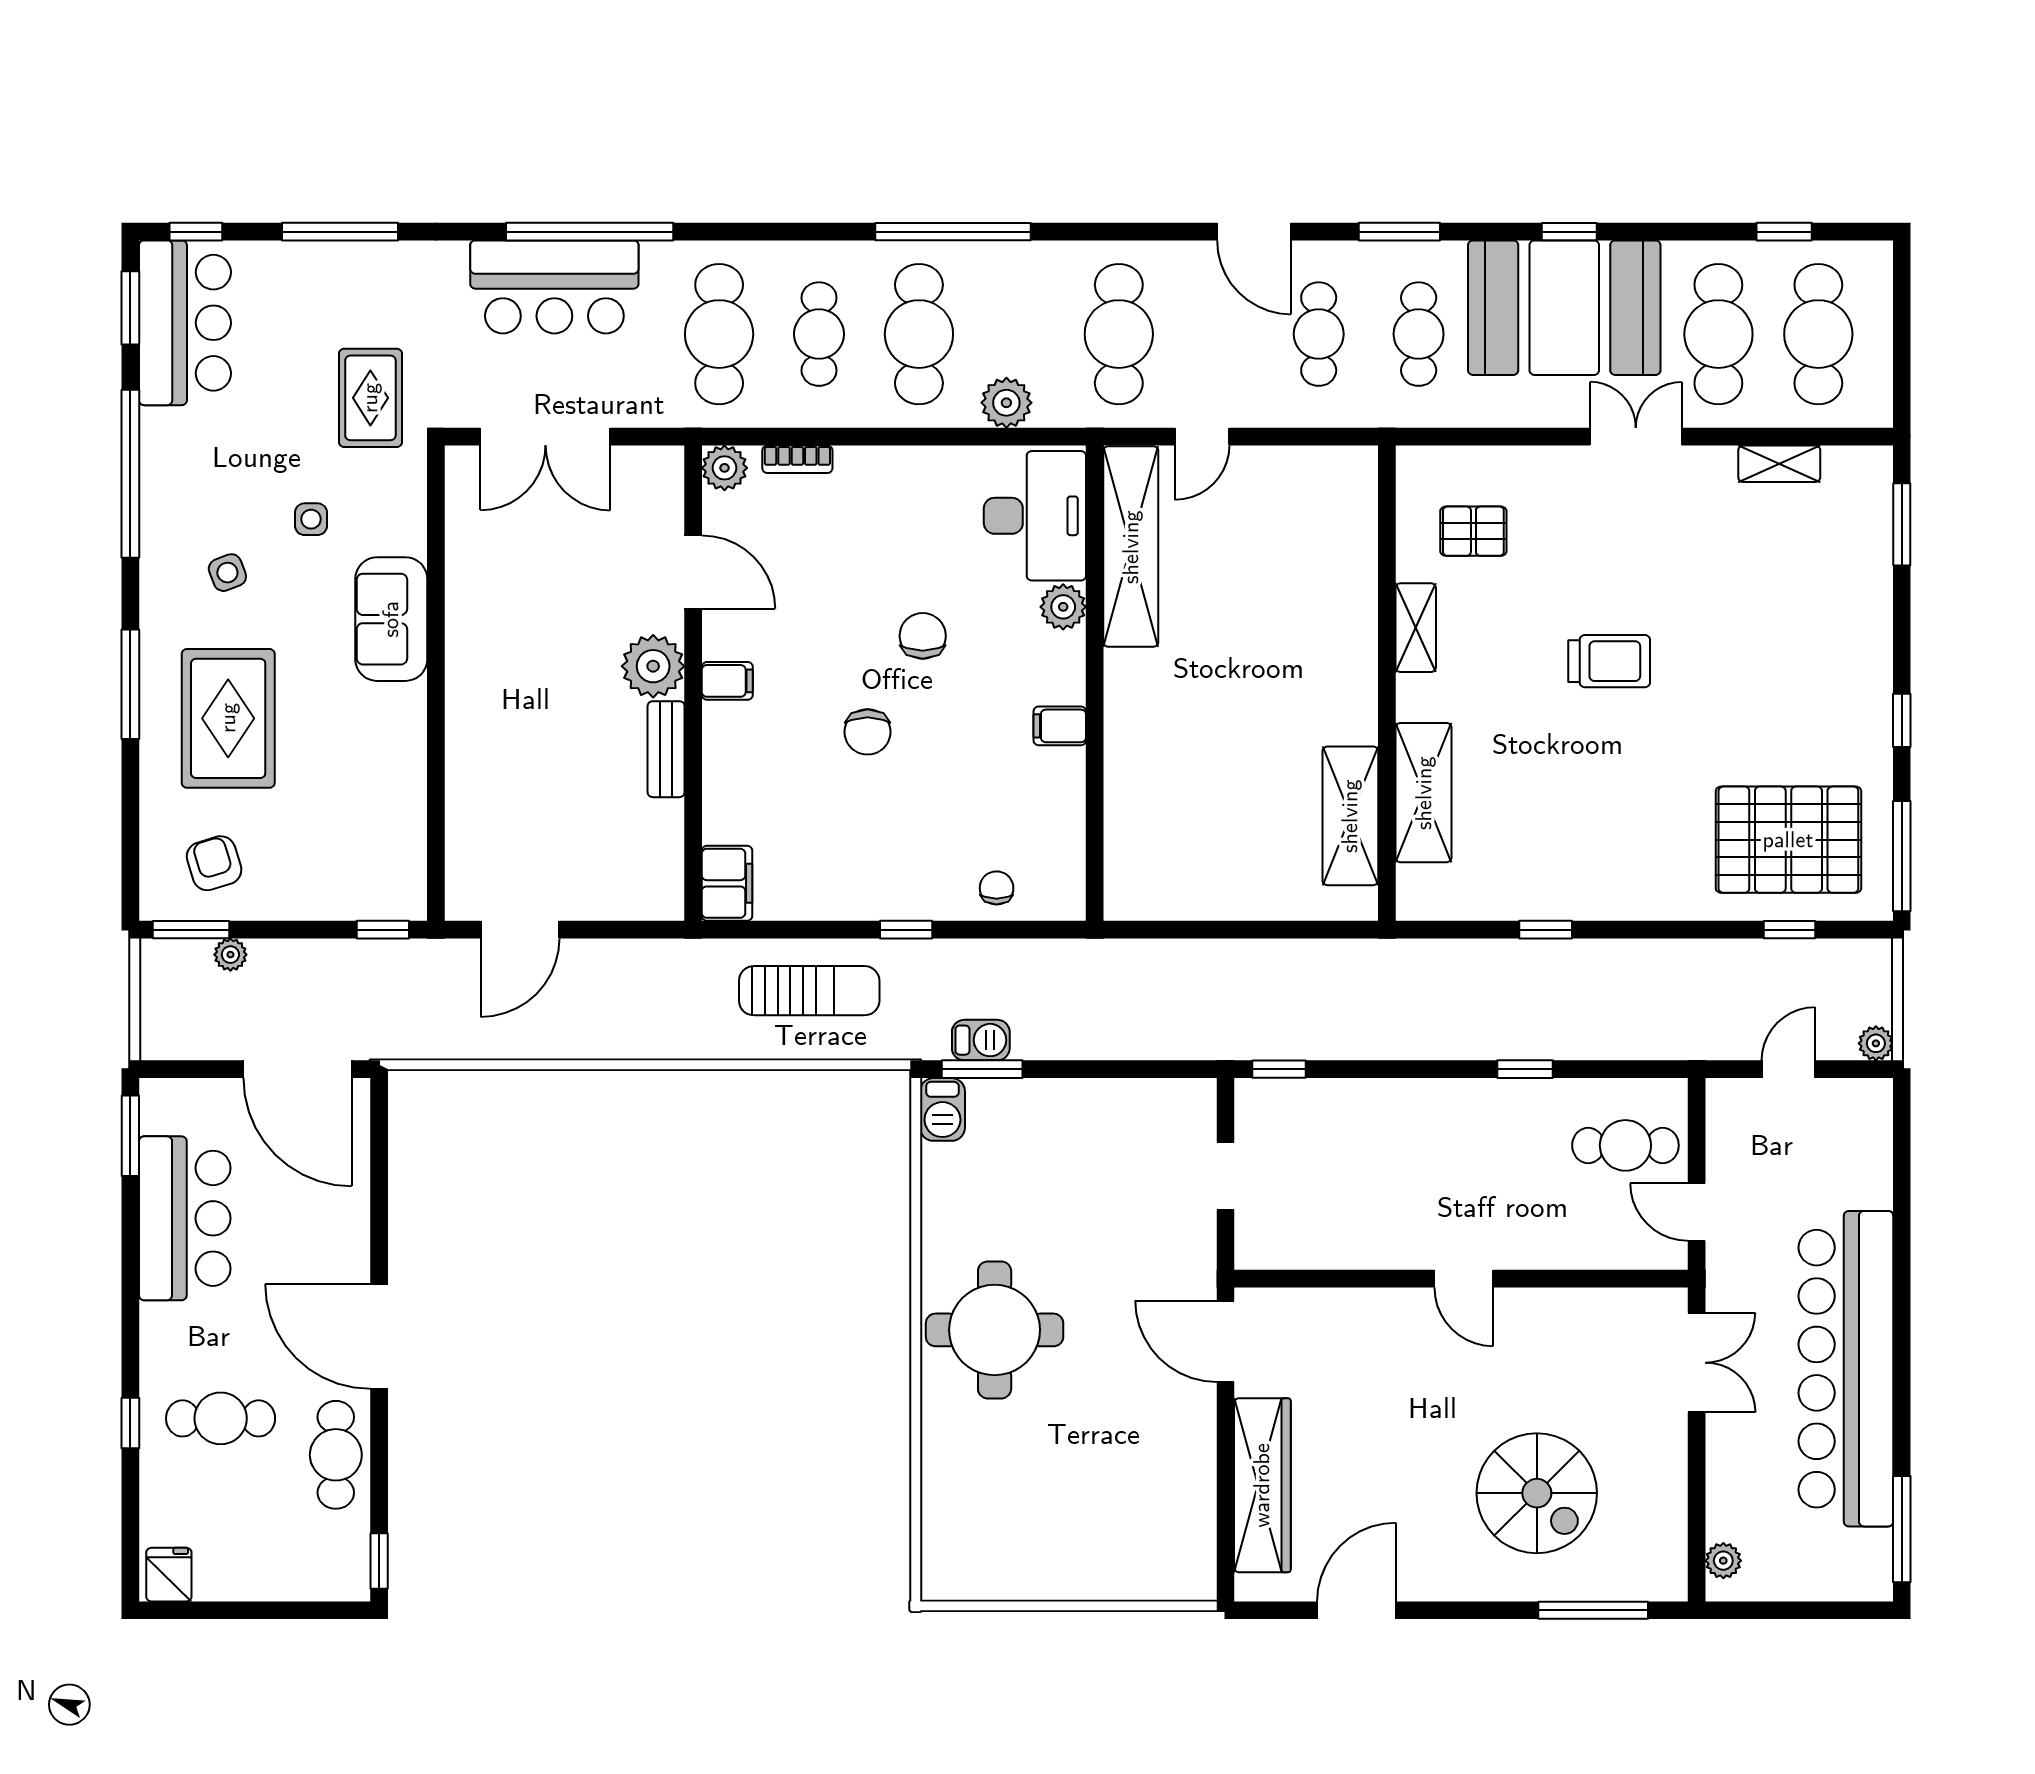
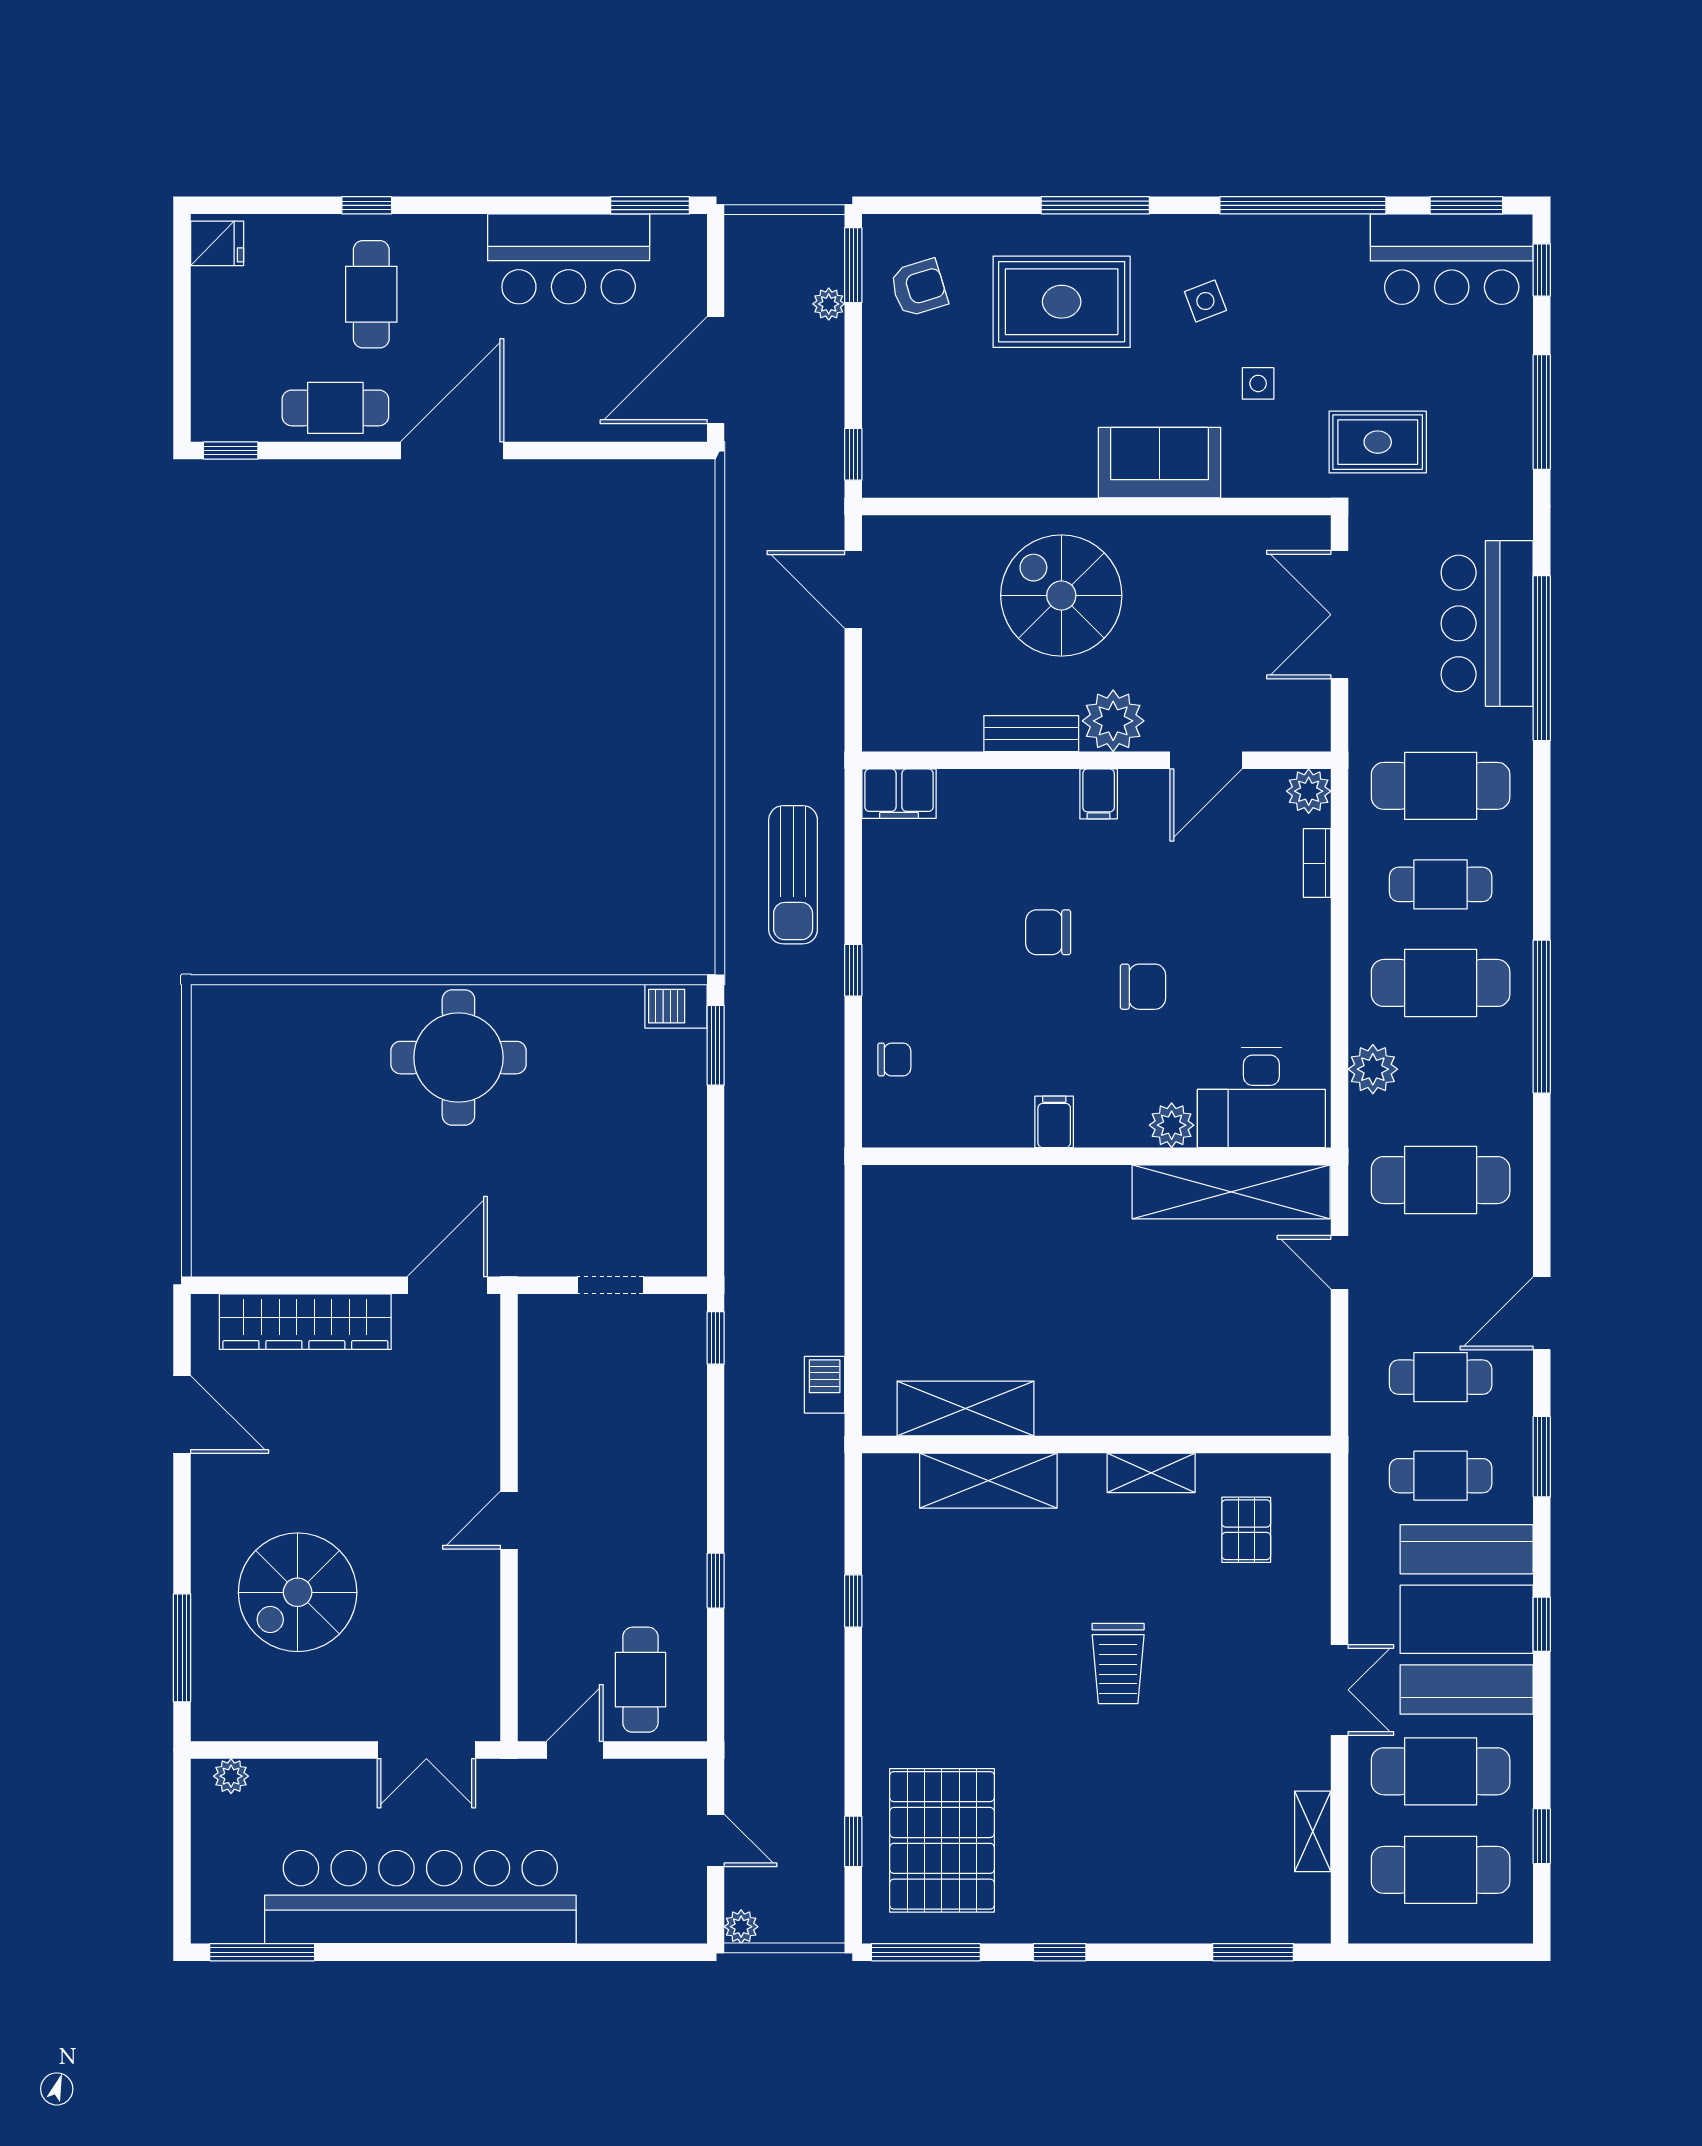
spiral stairs: (526, 719) -> (1061, 595), added
barbecue: (981, 1040) -> (825, 1385), moved, turned 180

